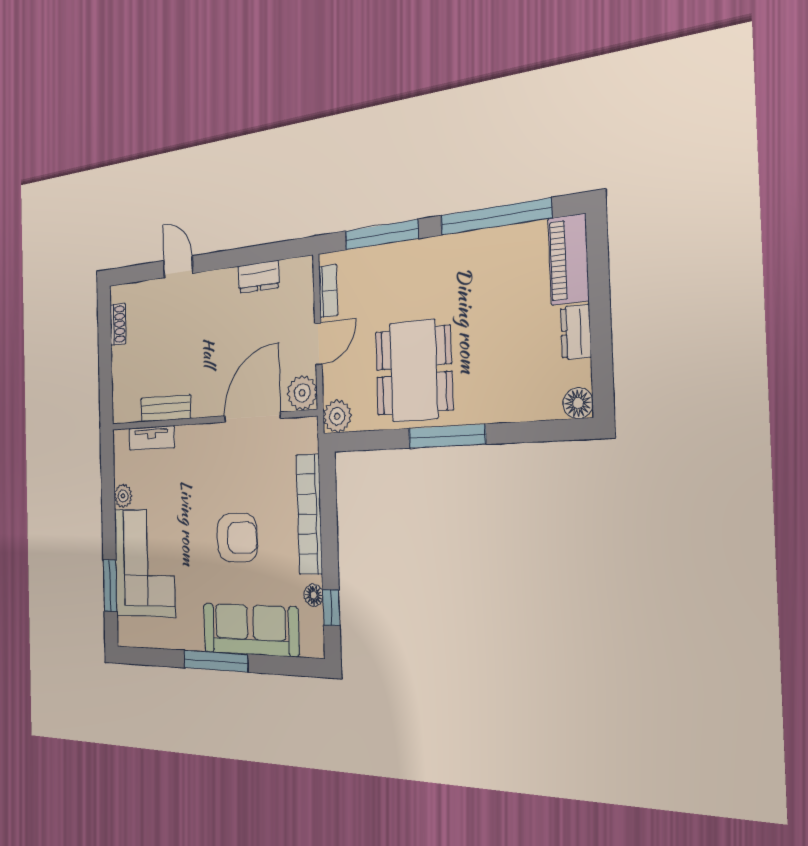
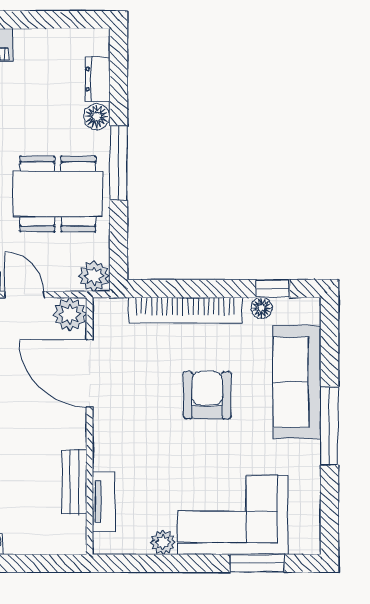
dresser: (576, 332) -> (97, 79), moved, turned 90
floor lamp: (578, 403) -> (97, 117), moved

